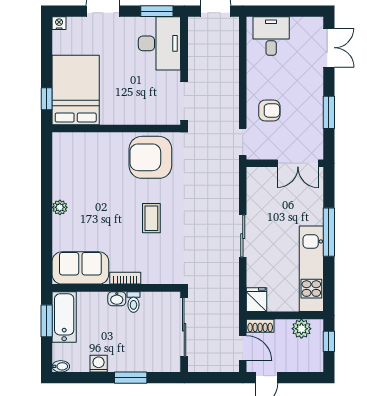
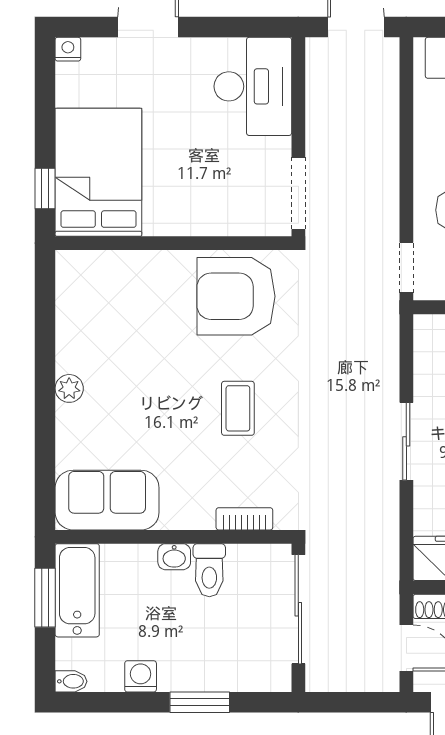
window: (157, 11) -> (248, 27), removed
bookcase: (125, 278) -> (244, 519), moved
toilet: (133, 302) -> (209, 570), width x1.37, depth x1.39

